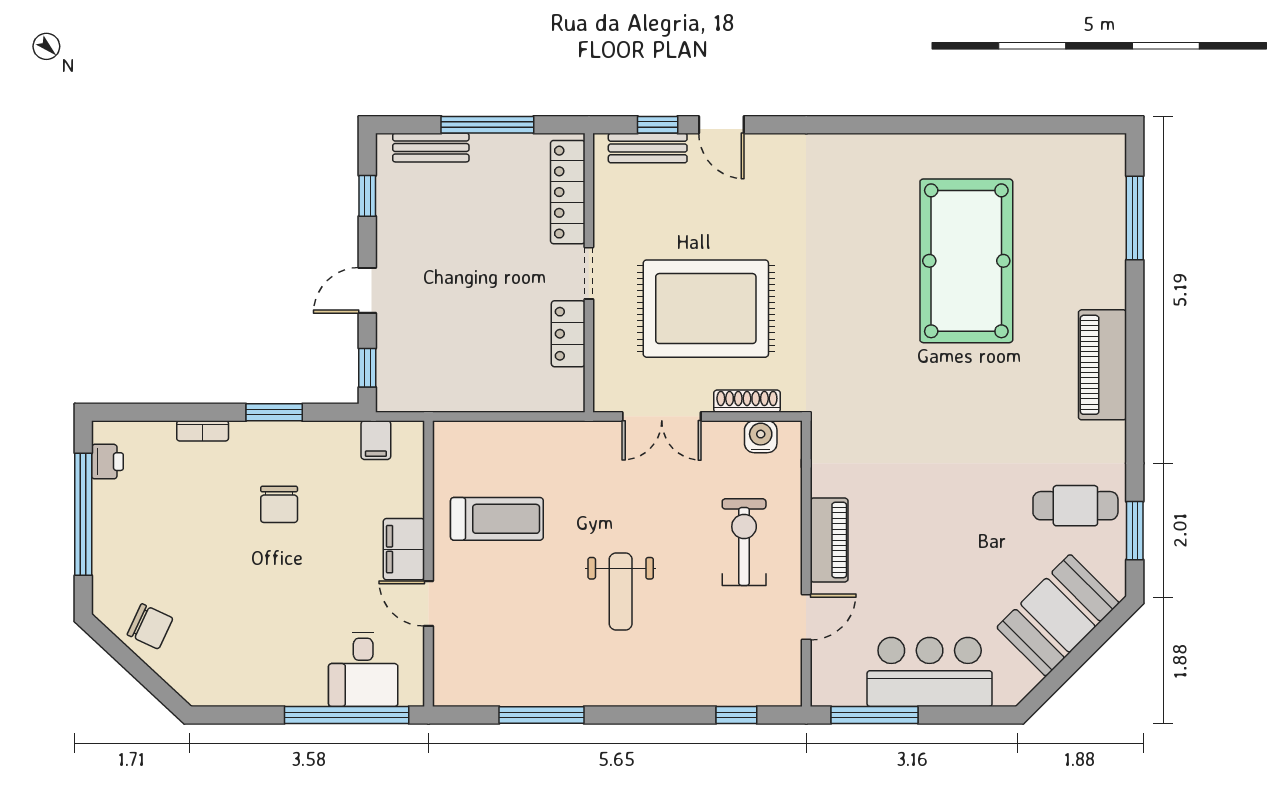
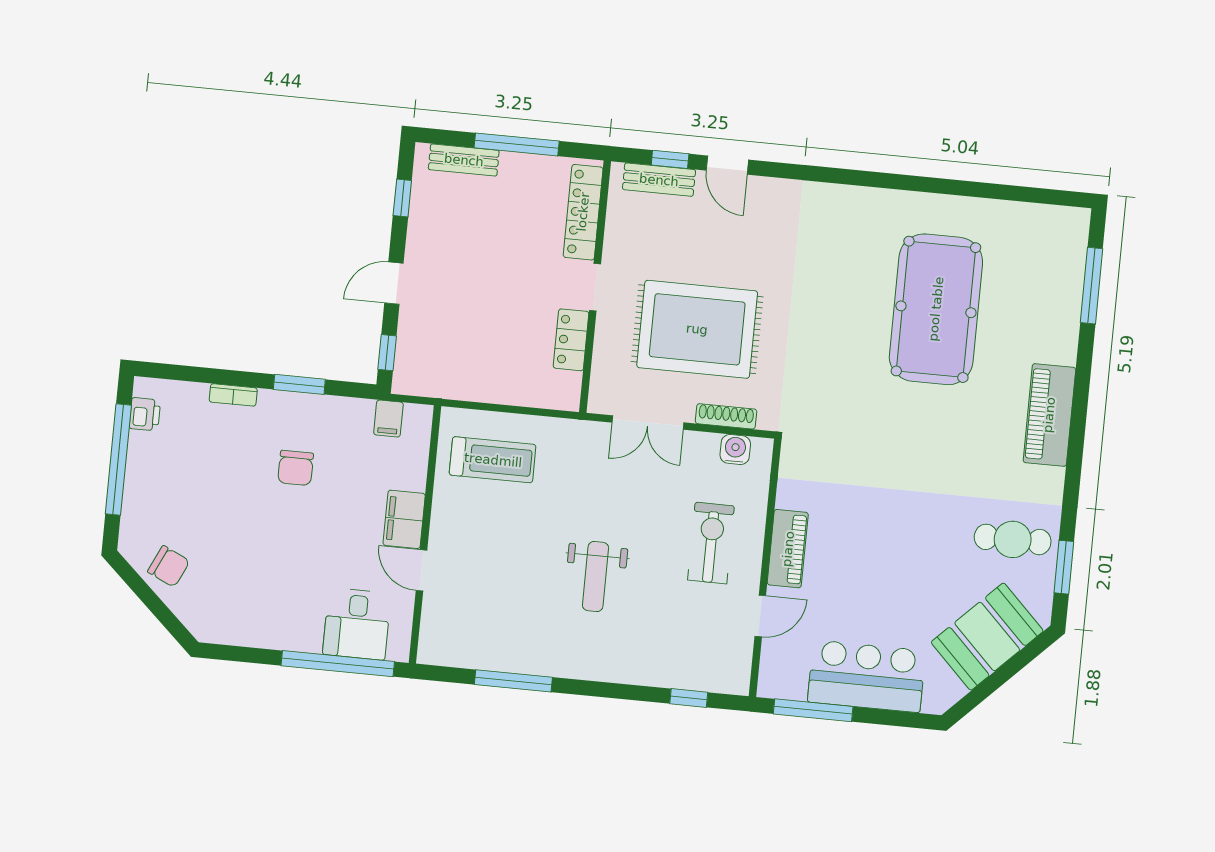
treadmill: (497, 519) -> (493, 460), moved

